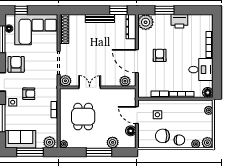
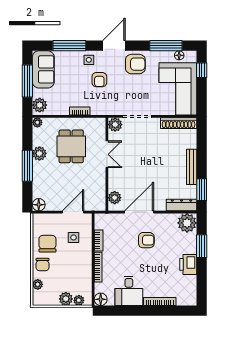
dining table: (83, 117) -> (71, 146), turned 90
floor lamp: (131, 131) -> (39, 205), moved
plant: (113, 142) -> (39, 153), moved
plant: (207, 143) -> (66, 299), moved

